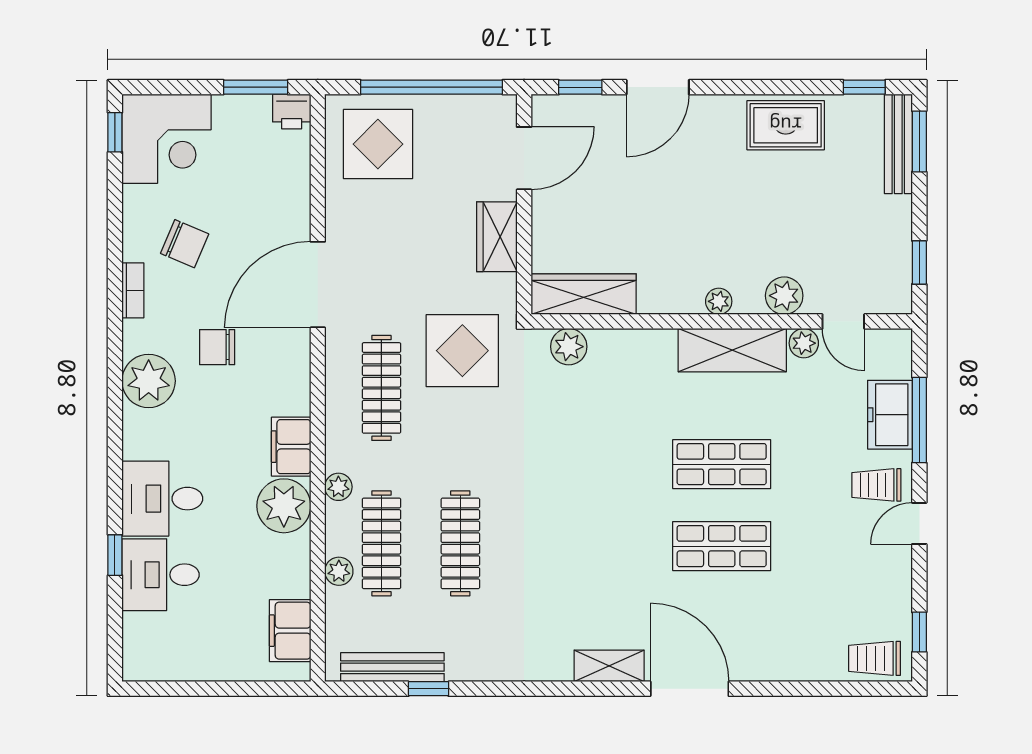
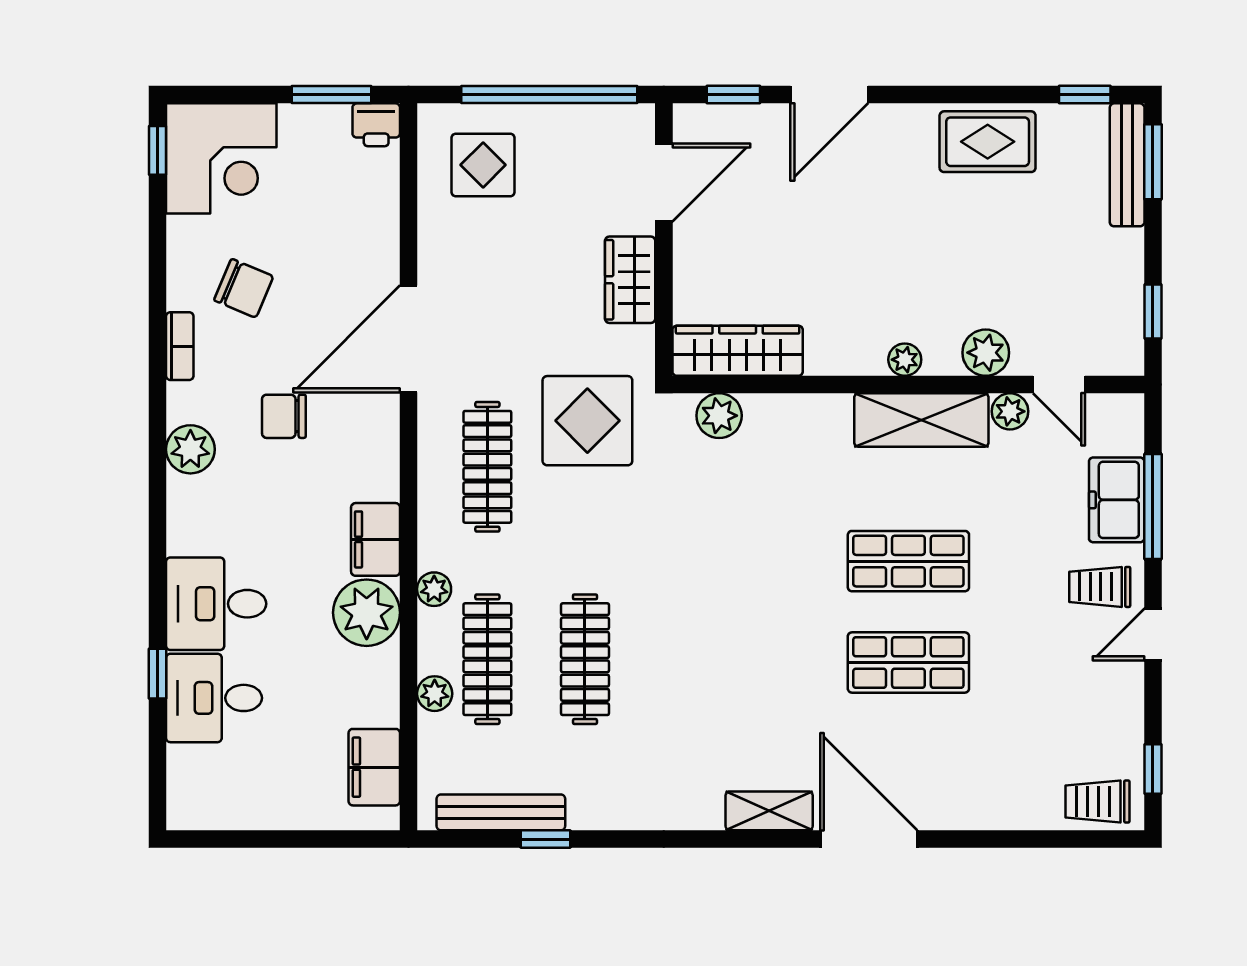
display table: (378, 144) -> (483, 165), width x0.73, depth x0.73
plant: (149, 381) -> (190, 449), width x0.73, depth x0.73

